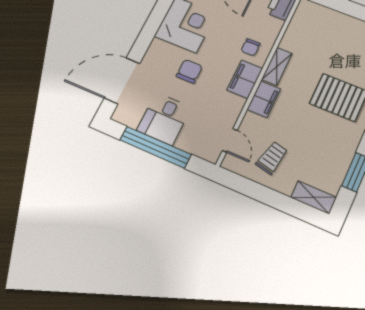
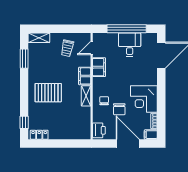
chair: (189, 71) -> (119, 109), moved
filing cabinet: (245, 79) -> (99, 67), moved
door: (230, 140) -> (92, 48), hinge flipped

